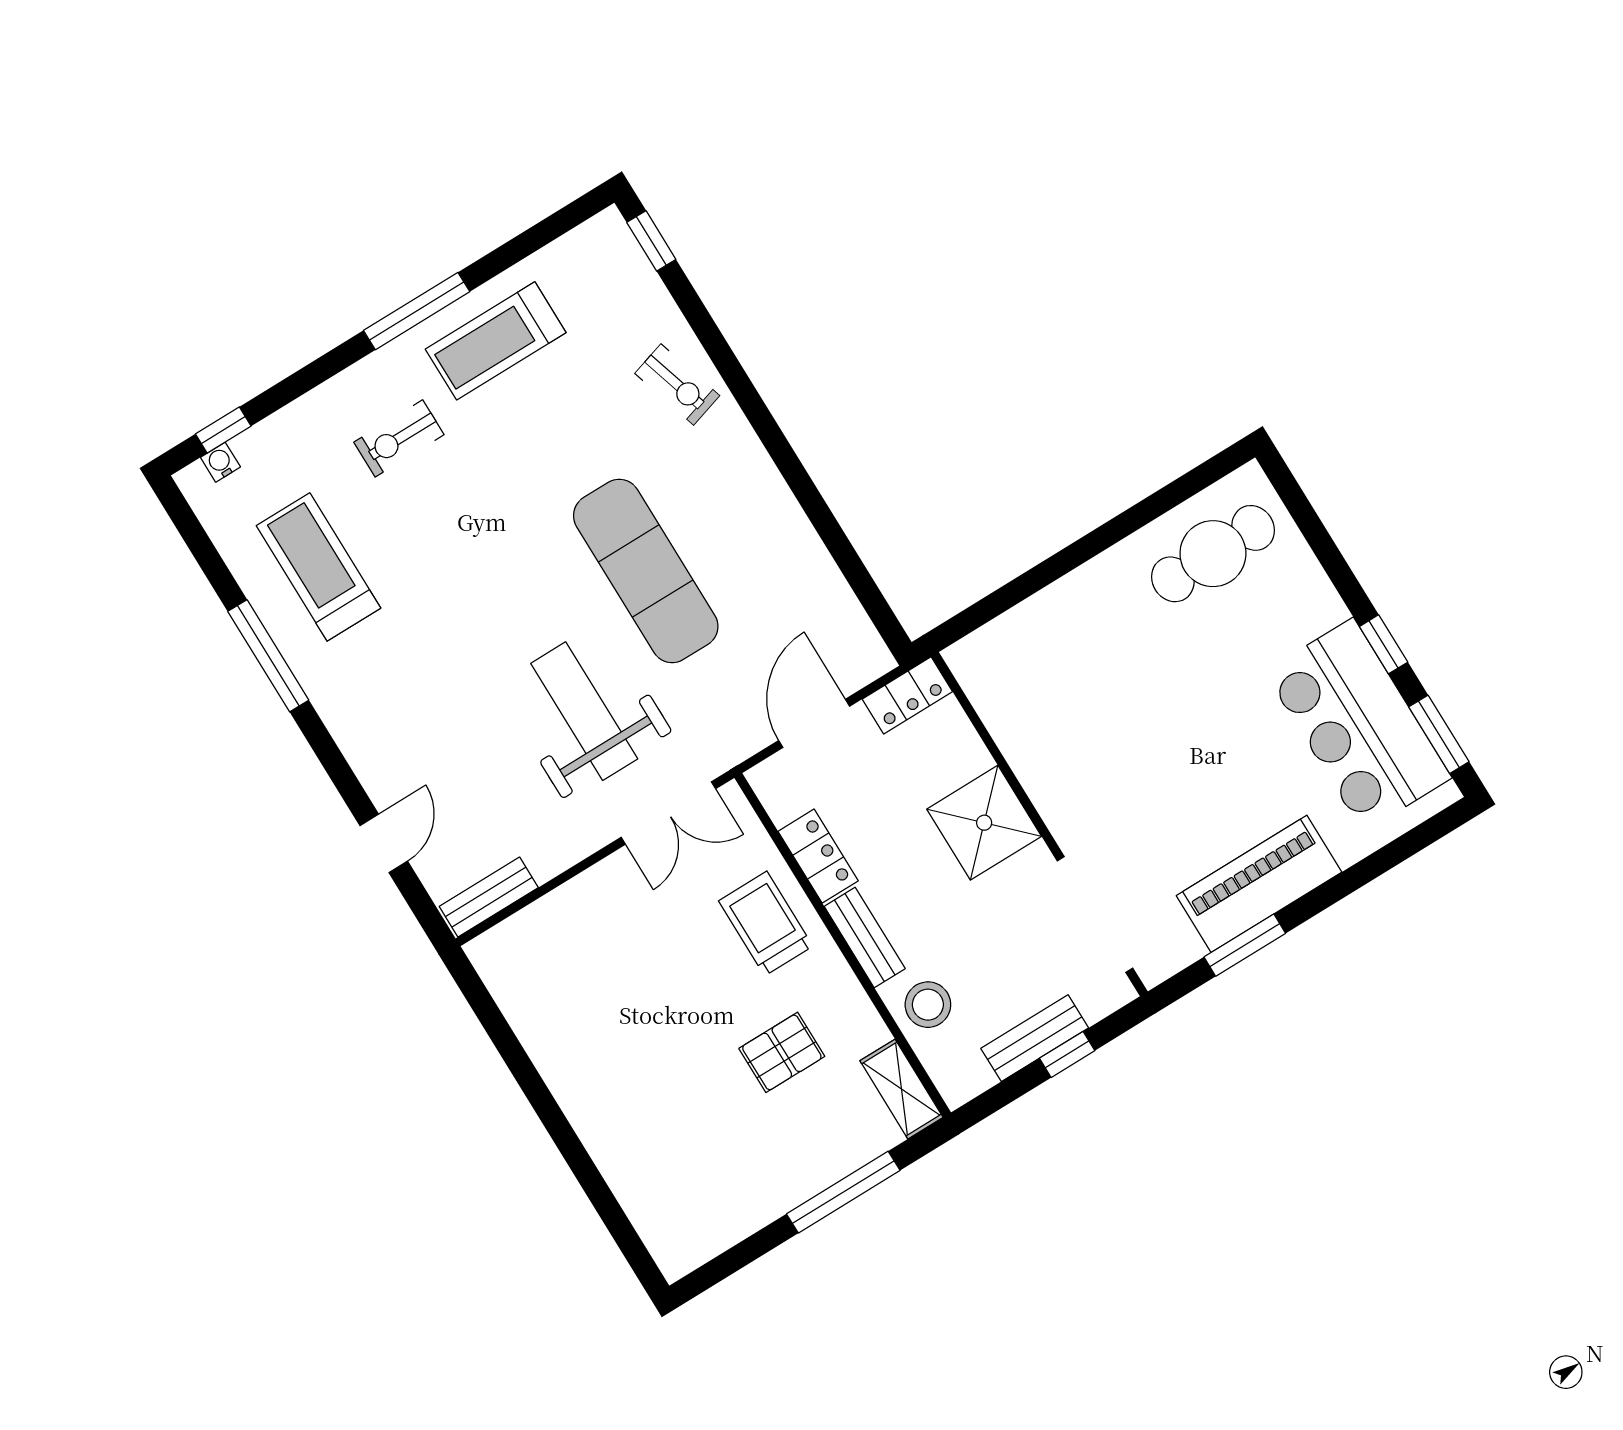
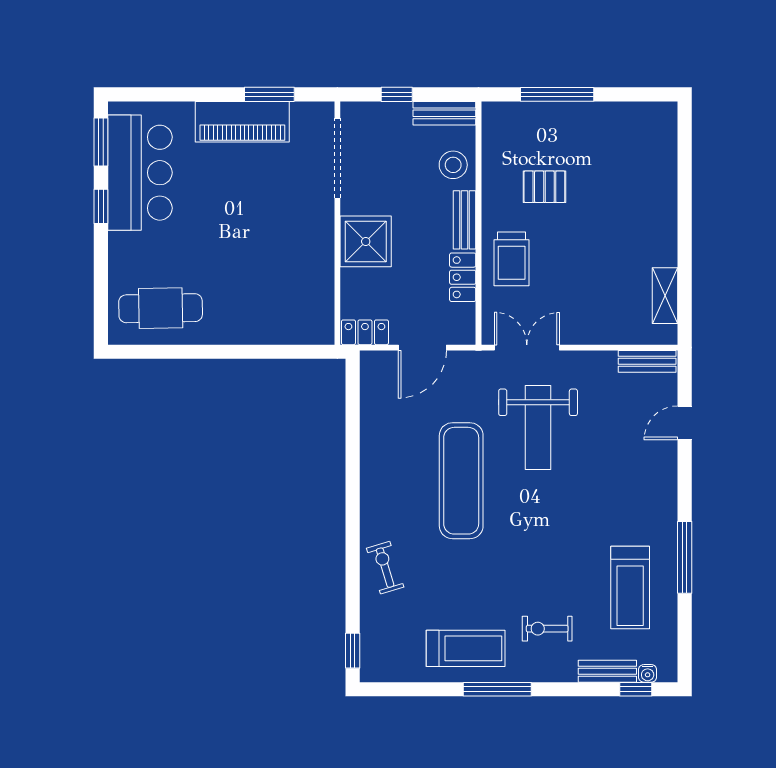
bench: (278, 431) -> (607, 671), added
exercise bike: (399, 438) -> (547, 629), turned 180
bench: (1035, 1038) -> (444, 113), moved
shelving: (902, 1089) -> (665, 296), moved

